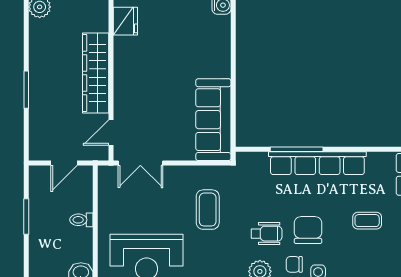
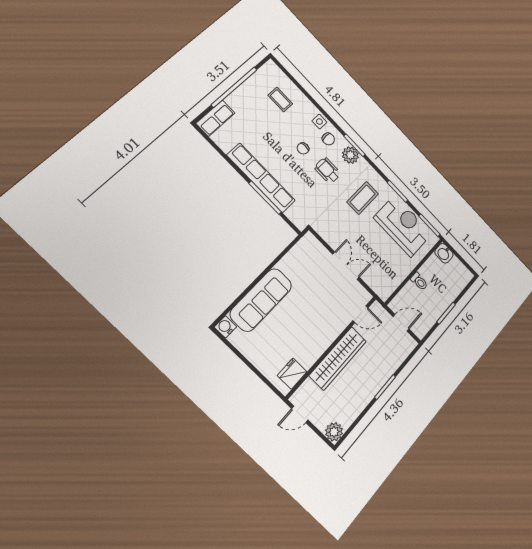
sofa: (213, 120) -> (261, 300), moved
double door: (140, 163) -> (346, 266), moved
coffee table: (208, 210) -> (363, 198), moved
coffee table: (367, 221) -> (280, 99), moved
chair: (308, 230) -> (303, 148), width x0.54, depth x0.54

